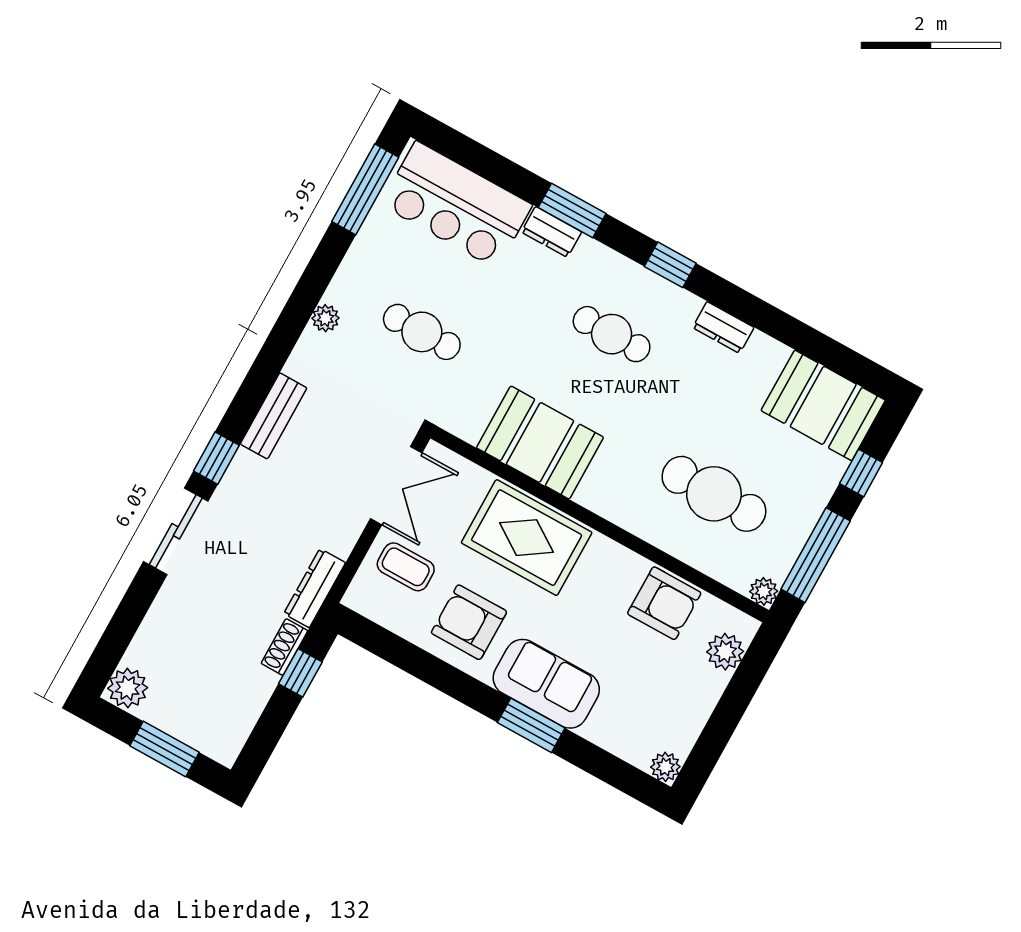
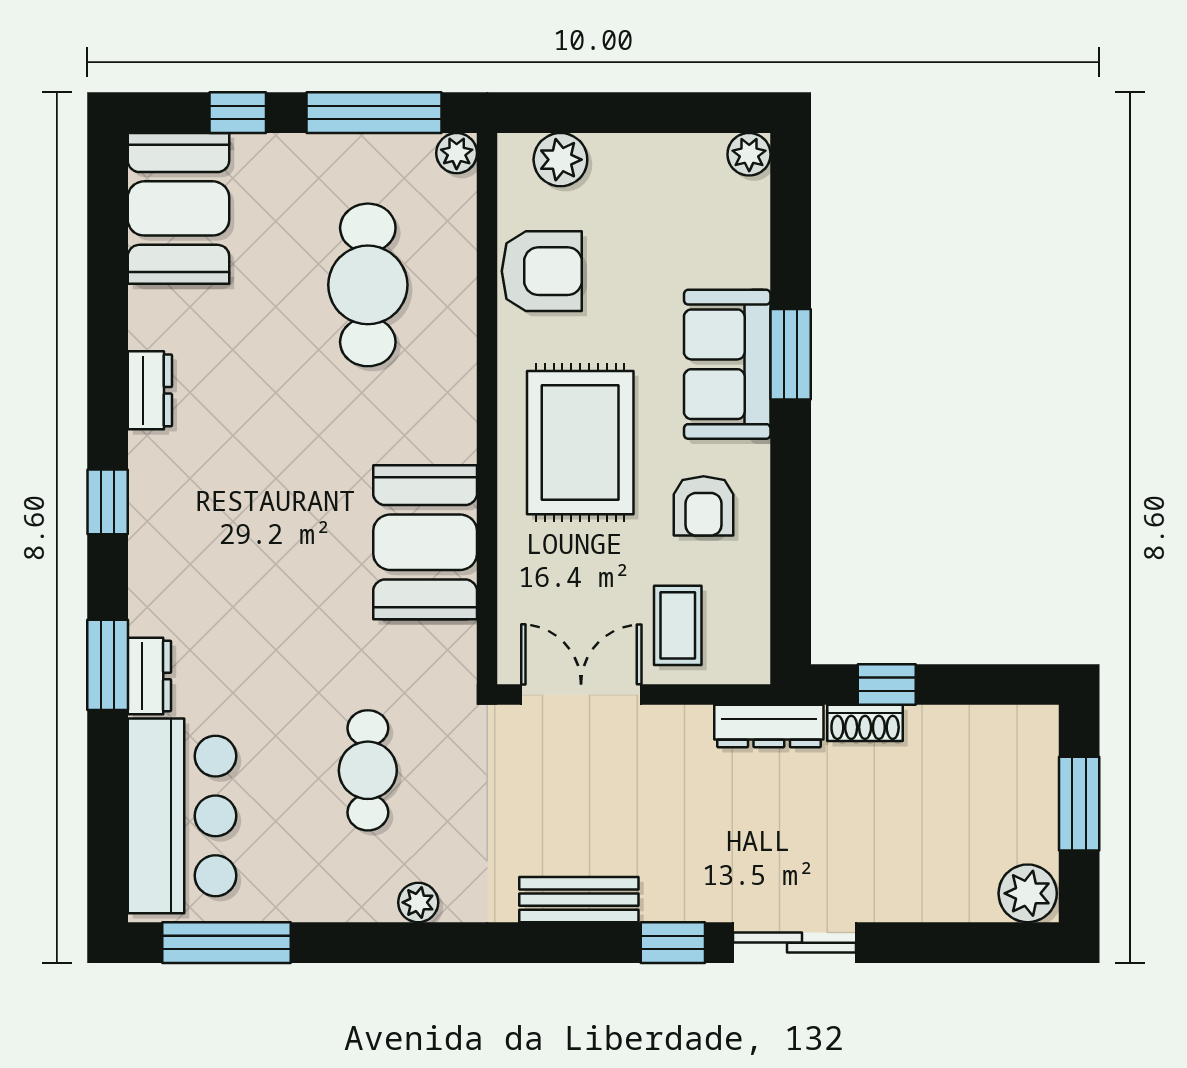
cafe table: (612, 334) -> (237, 528), removed
rug: (527, 538) -> (580, 443), moved
armchair: (664, 603) -> (542, 271), turned 90
armchair: (469, 622) -> (704, 506), width x0.72, depth x0.72

